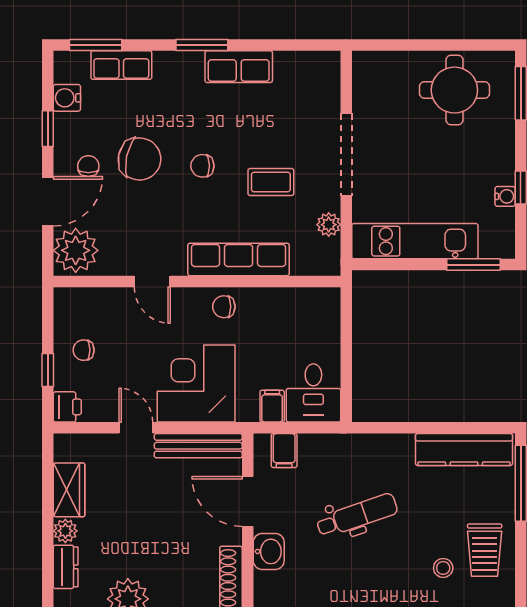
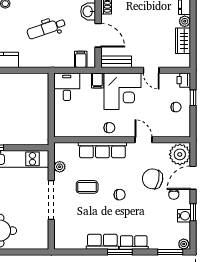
plant: (67, 62) -> (184, 244), added
row of seats: (121, 65) -> (134, 242), moved
water cooler: (67, 98) -> (184, 216), moved
chair: (140, 159) -> (153, 179), moved
filing cabinet: (272, 406) -> (97, 80), moved
bench: (198, 446) -> (116, 62), width x0.73

